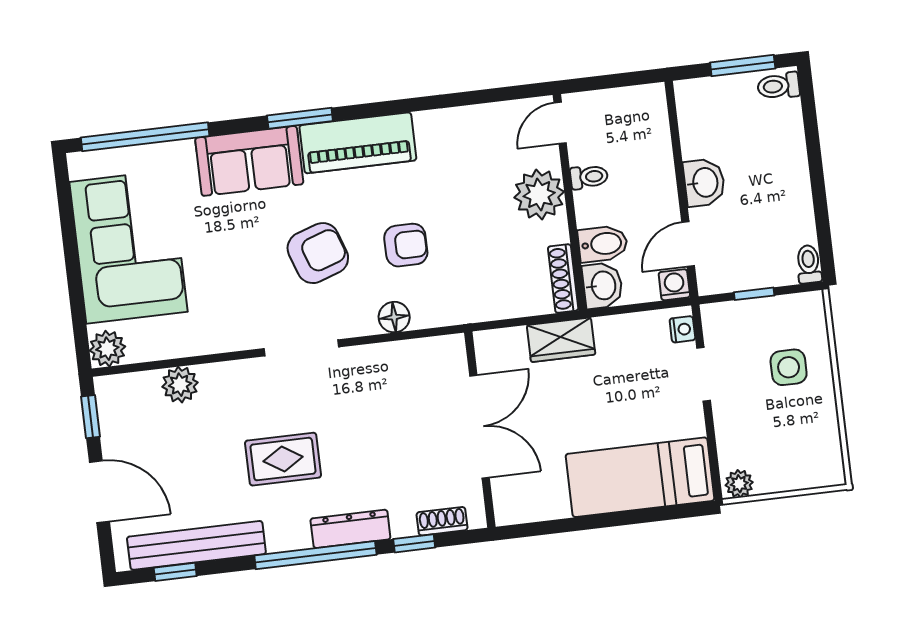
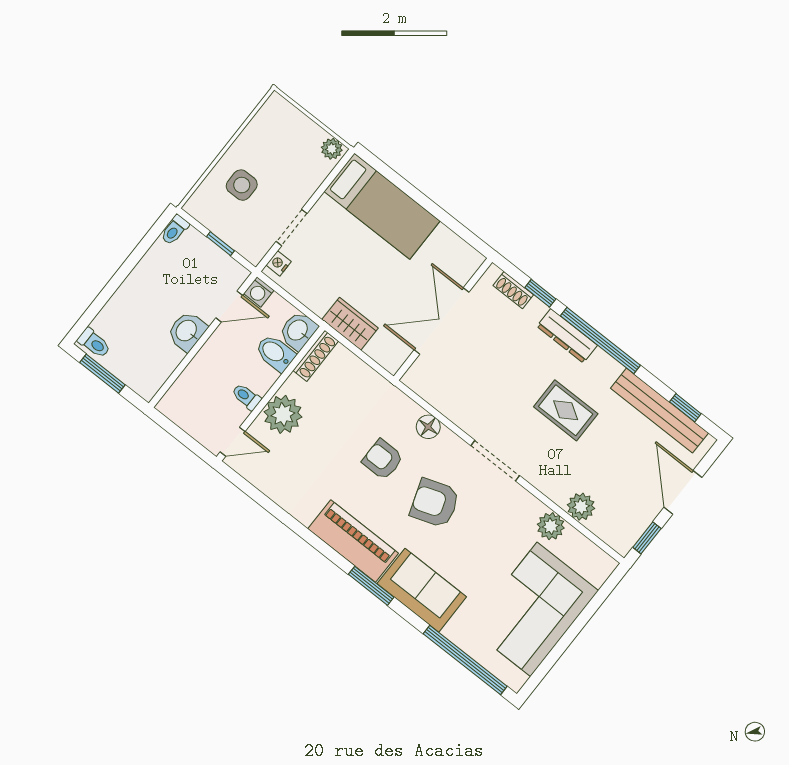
plant: (107, 349) -> (551, 526), moved

